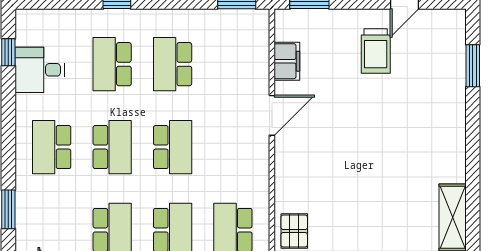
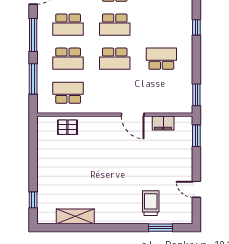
trolley: (376, 51) -> (151, 203), moved, turned 90
school desk: (112, 64) -> (161, 25), removed

